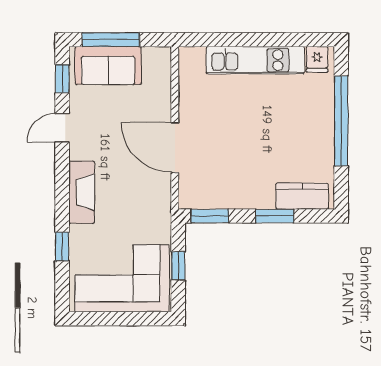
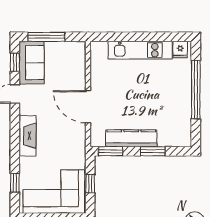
sofa: (108, 65) -> (32, 63), moved, turned -90
kitchen counter: (302, 196) -> (131, 138), moved, width x1.50
window: (62, 246) -> (15, 183), moved

